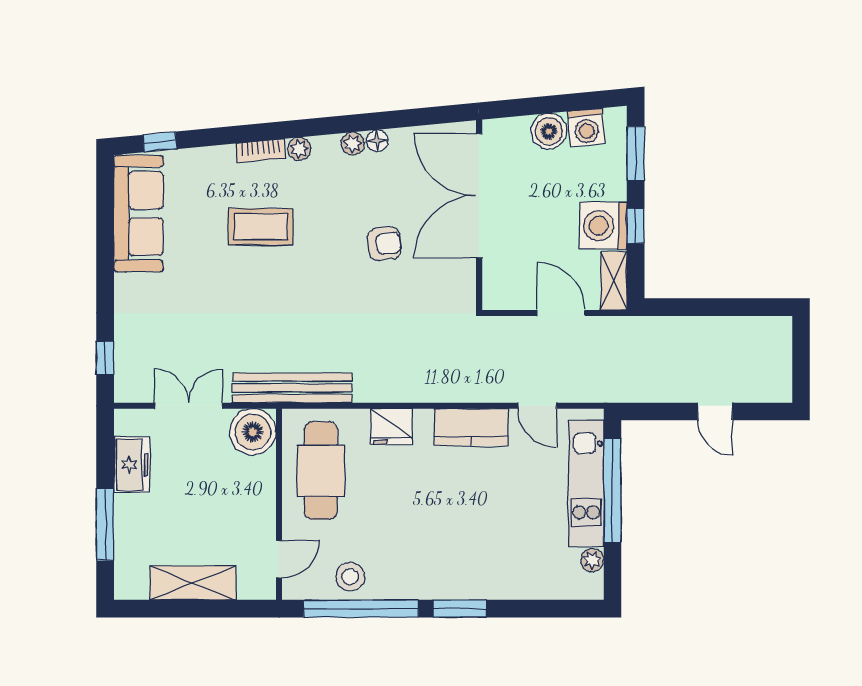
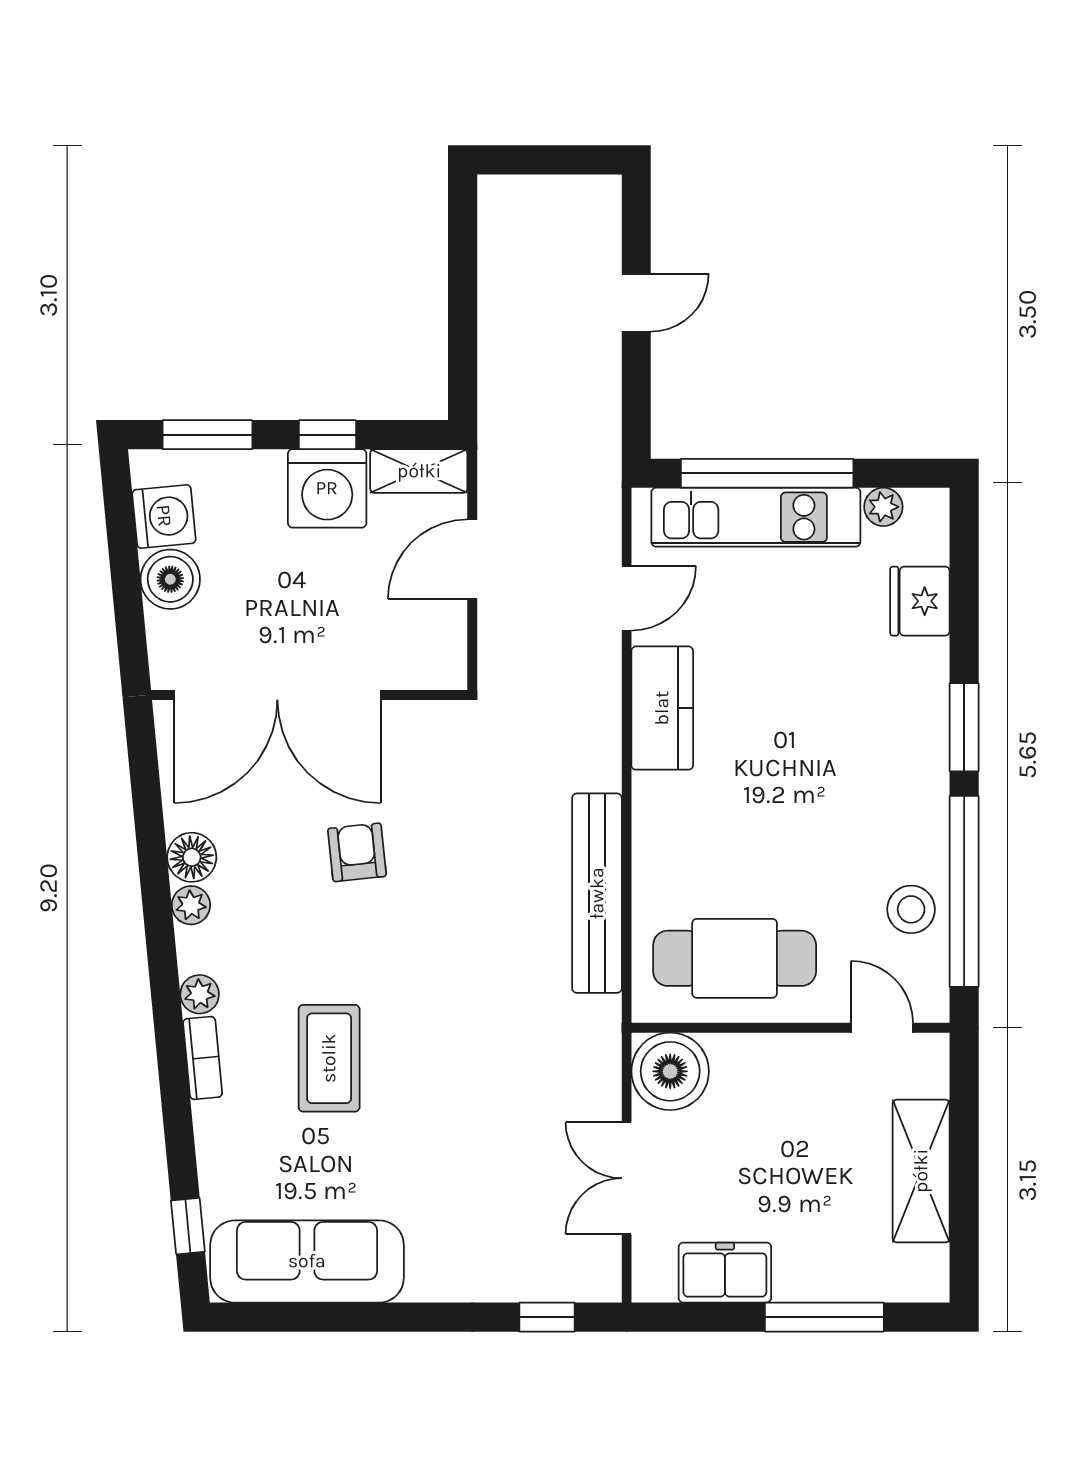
floor lamp: (377, 141) -> (192, 857), width x1.37, depth x1.37
bench: (292, 388) -> (597, 893), moved
fridge: (391, 426) -> (920, 601), moved, turned 180

